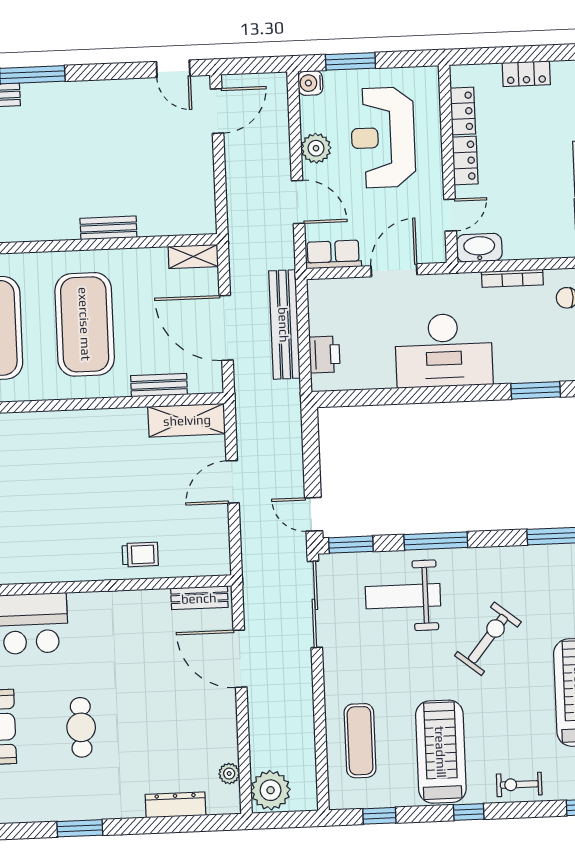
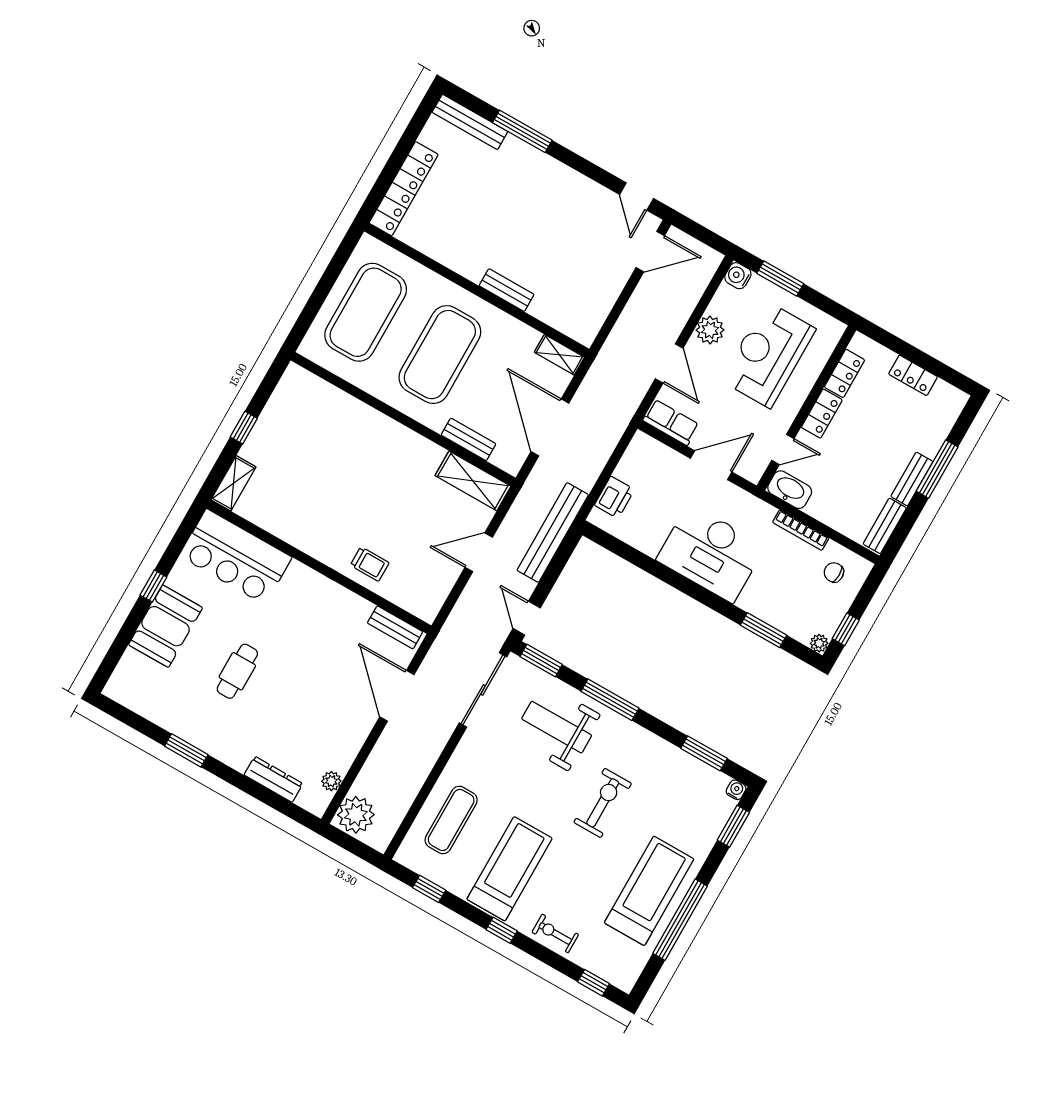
bench: (284, 325) -> (553, 533), moved
exercise bike: (488, 639) -> (603, 803), turned -39

